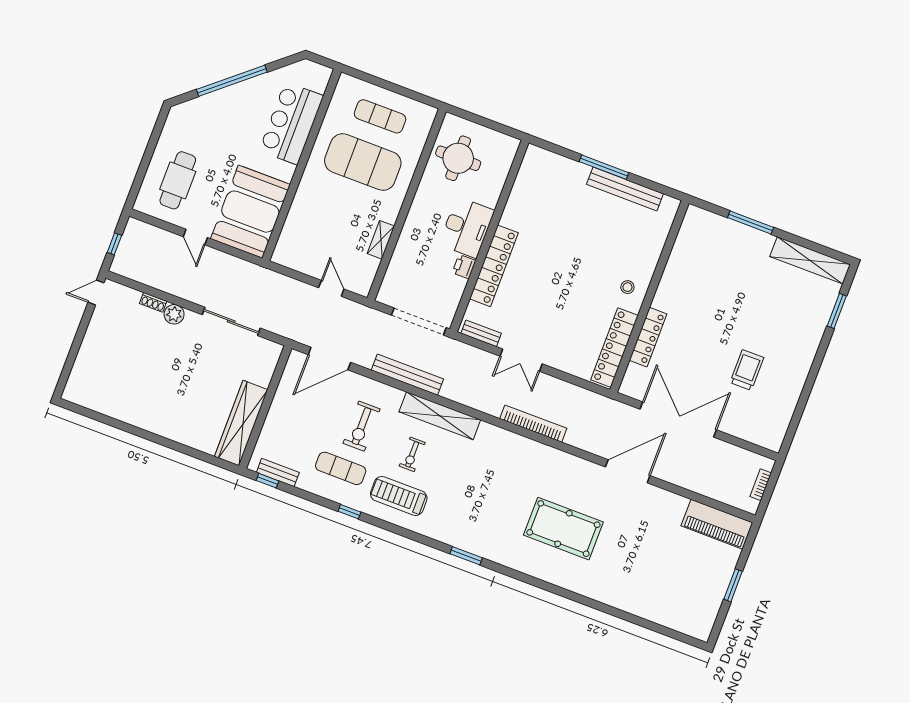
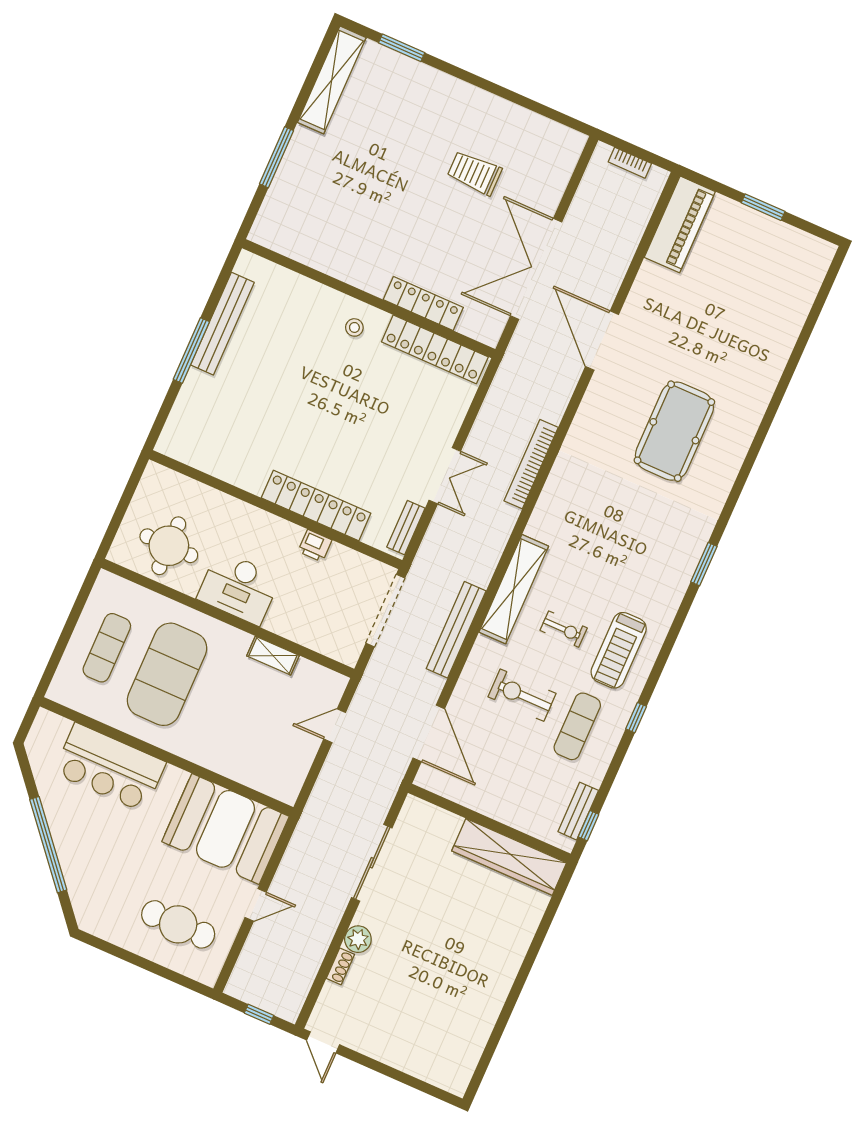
desk: (467, 227) -> (239, 588), moved, turned 180
exercise bike: (362, 426) -> (522, 695), turned 180

